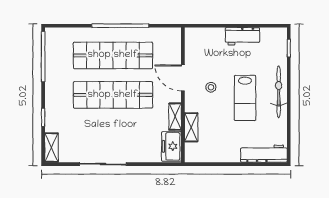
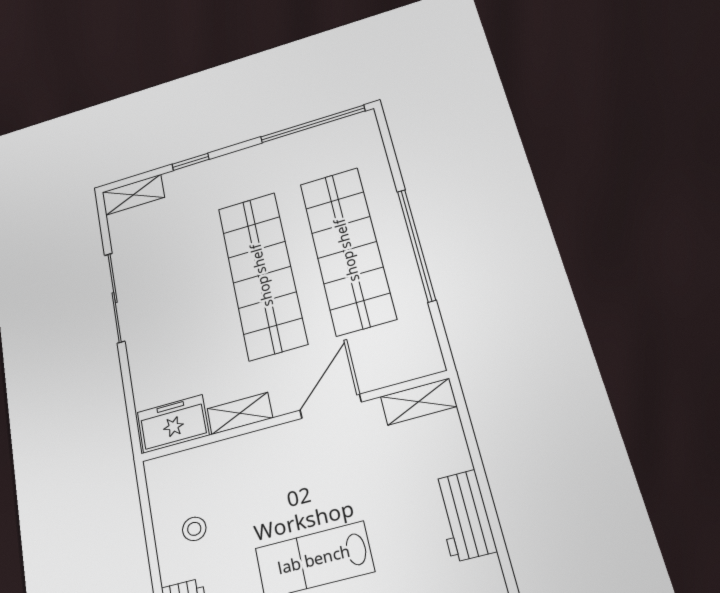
stool: (211, 87) -> (194, 529), moved
shelving: (191, 127) -> (419, 402), moved

